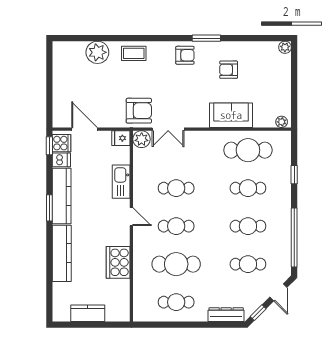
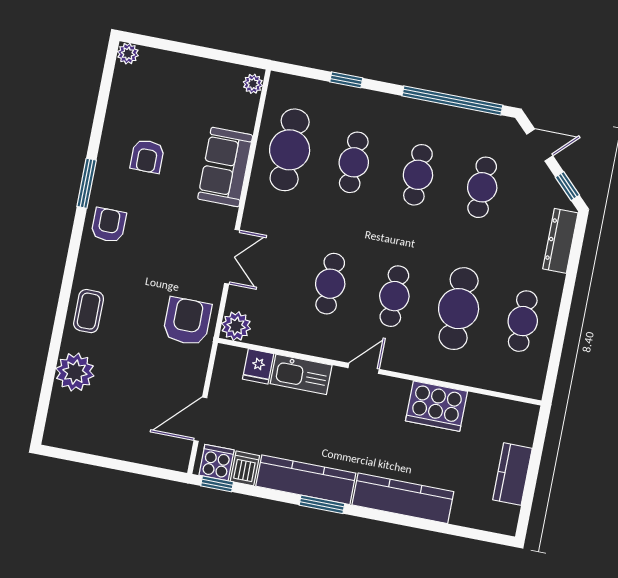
double door: (168, 129) -> (232, 257), moved
fridge: (121, 138) -> (258, 366), moved

